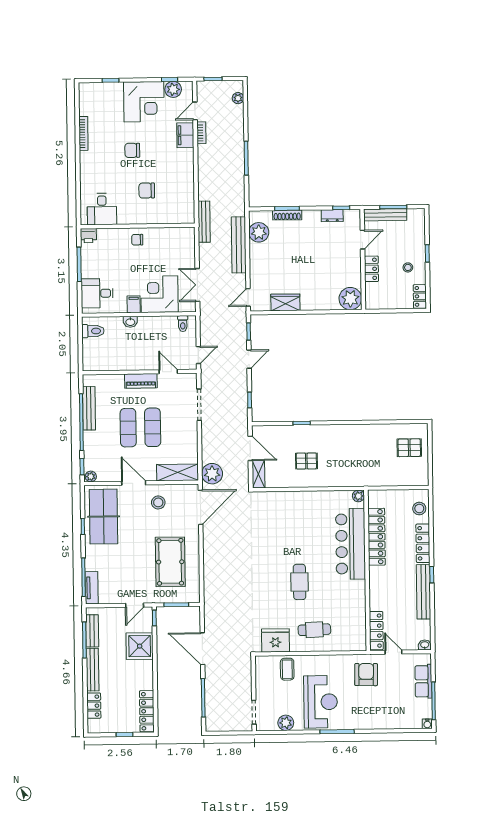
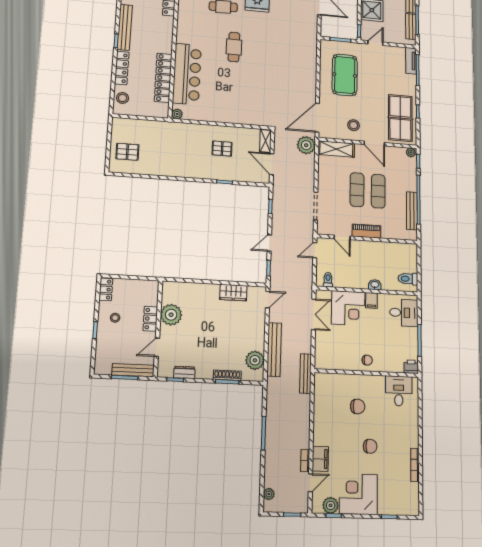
plant: (350, 299) -> (171, 315), moved

